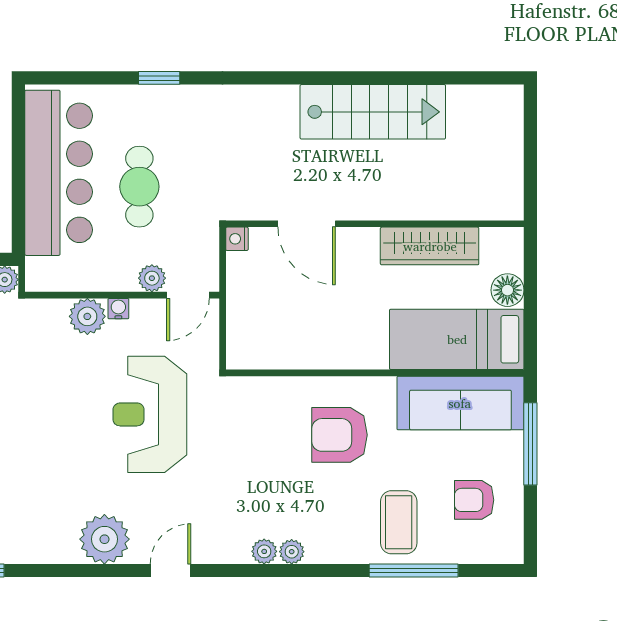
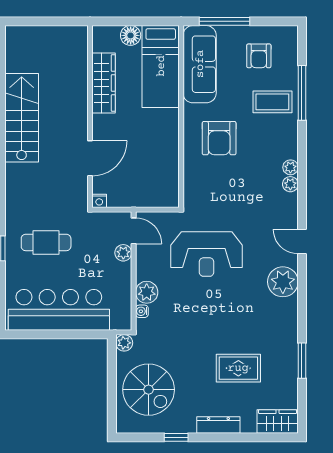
cafe table: (139, 187) -> (46, 242), moved
water cooler: (118, 309) -> (142, 311), moved

